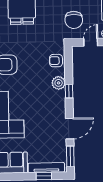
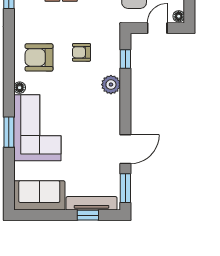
armchair: (56, 61) -> (81, 52), moved
window: (69, 91) -> (125, 59), moved

